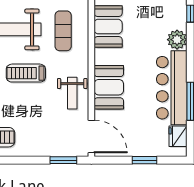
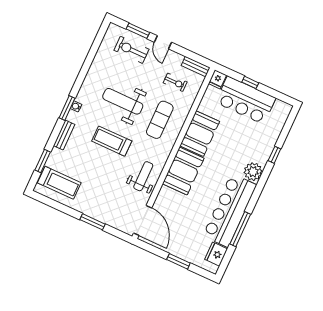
booth: (109, 87) -> (183, 171), moved
weight bench: (72, 93) -> (143, 176), turned 180
window: (63, 160) -> (92, 222), moved

